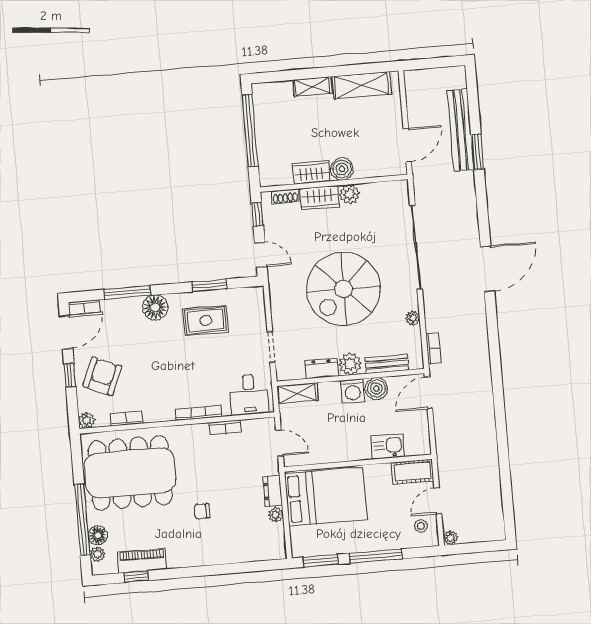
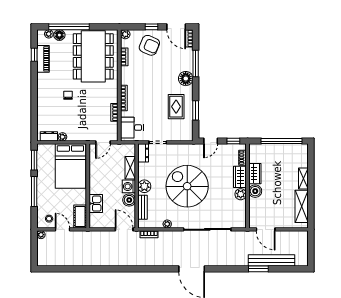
dresser: (321, 368) -> (143, 153), moved
shelving: (297, 393) -> (130, 168), moved
dresser: (273, 491) -> (49, 136), moved

